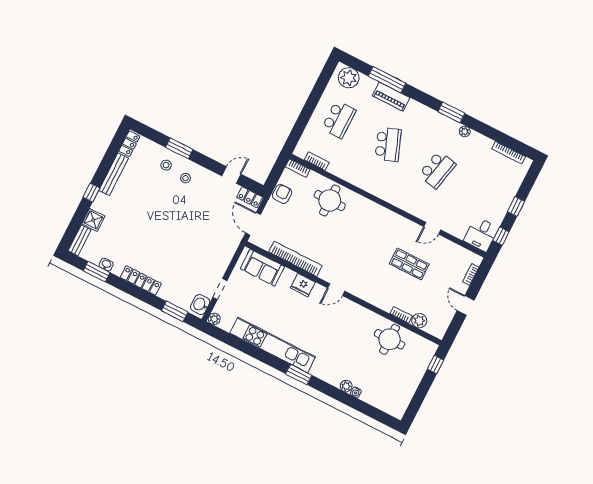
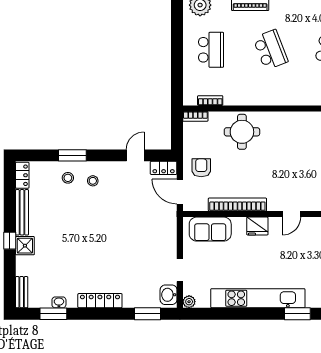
armchair: (282, 194) -> (201, 168), moved
shower: (93, 220) -> (25, 246), moved

